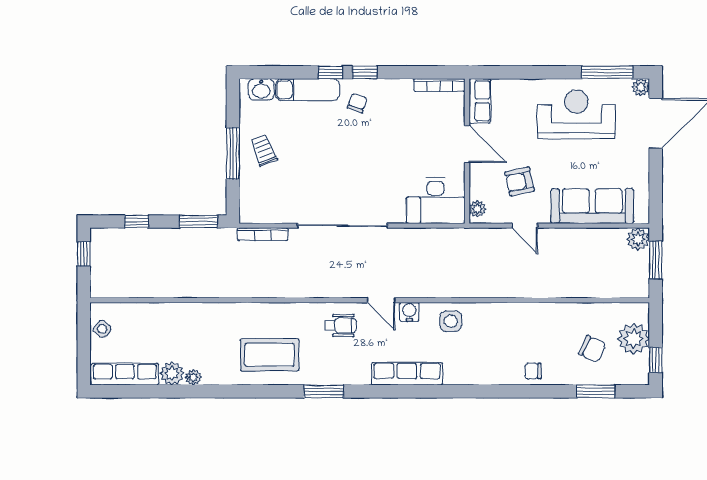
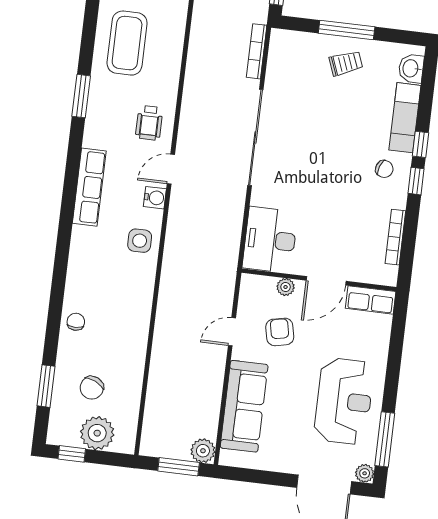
bookcase: (439, 85) -> (395, 237), moved
plant: (477, 209) -> (286, 287), moved

